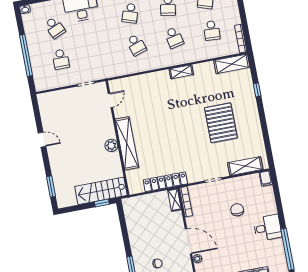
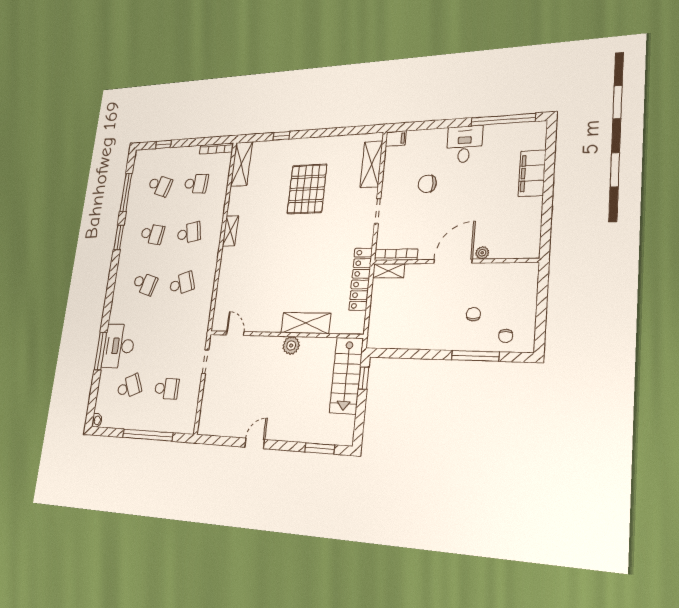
pallet: (221, 123) -> (307, 189), turned 90
shelving: (127, 143) -> (306, 323), width x0.68

